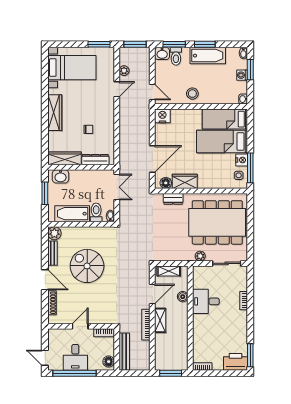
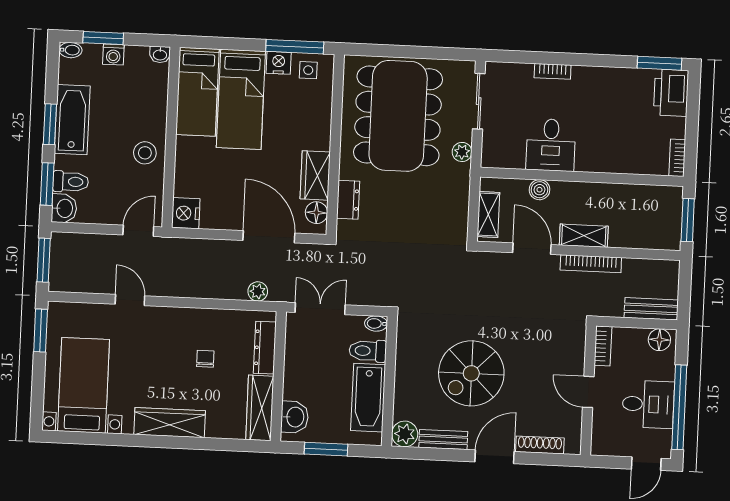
plant: (124, 71) -> (258, 291), moved
bench: (124, 352) -> (651, 309), width x0.73

